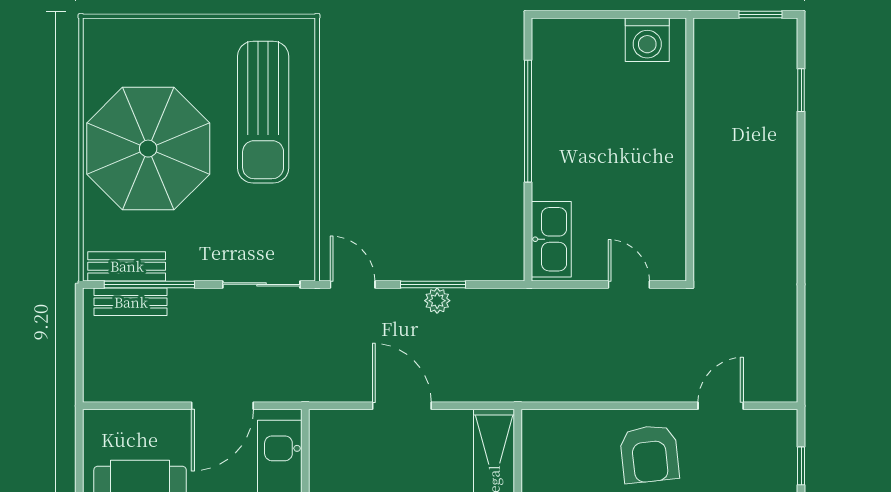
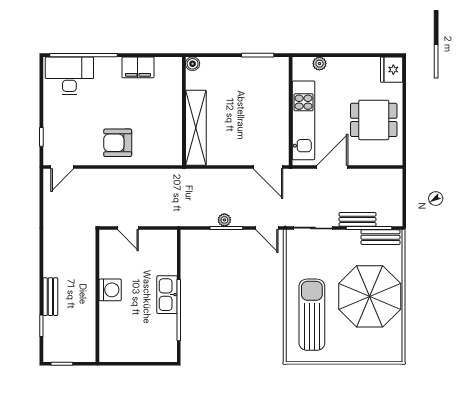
washing machine: (647, 40) -> (110, 290), moved, turned 90
bench: (783, 148) -> (50, 297), added
kitchen sink: (551, 239) -> (167, 295), moved
bench: (131, 302) -> (358, 219), moved
door: (402, 406) -> (268, 167), moved
door: (721, 406) -> (62, 167), moved
armchair: (649, 454) -> (118, 143), turned -84

